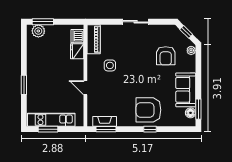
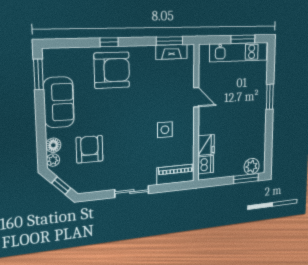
piano: (94, 39) -> (176, 174), moved, turned 90
floor lamp: (190, 113) -> (53, 145), moved

